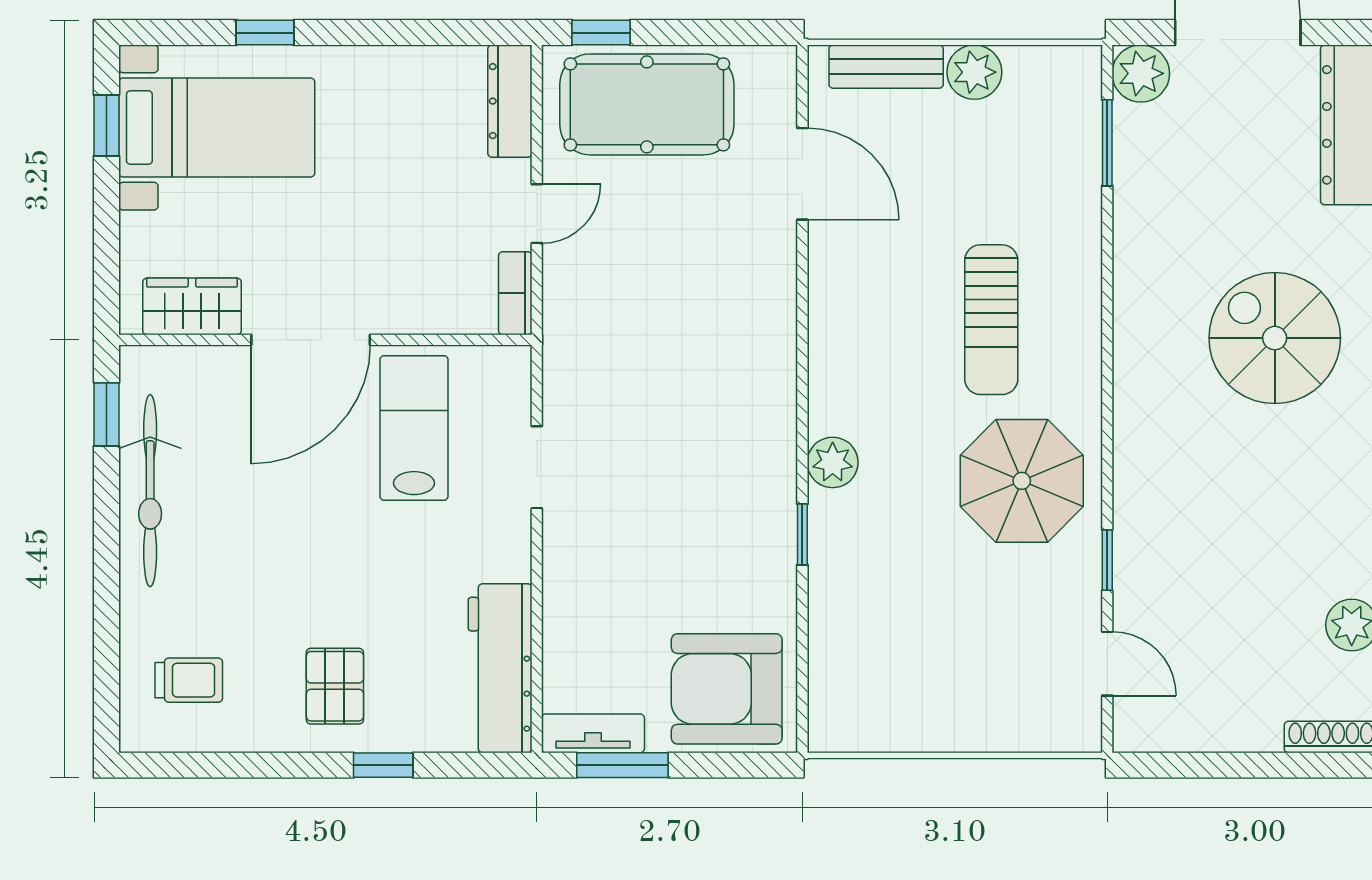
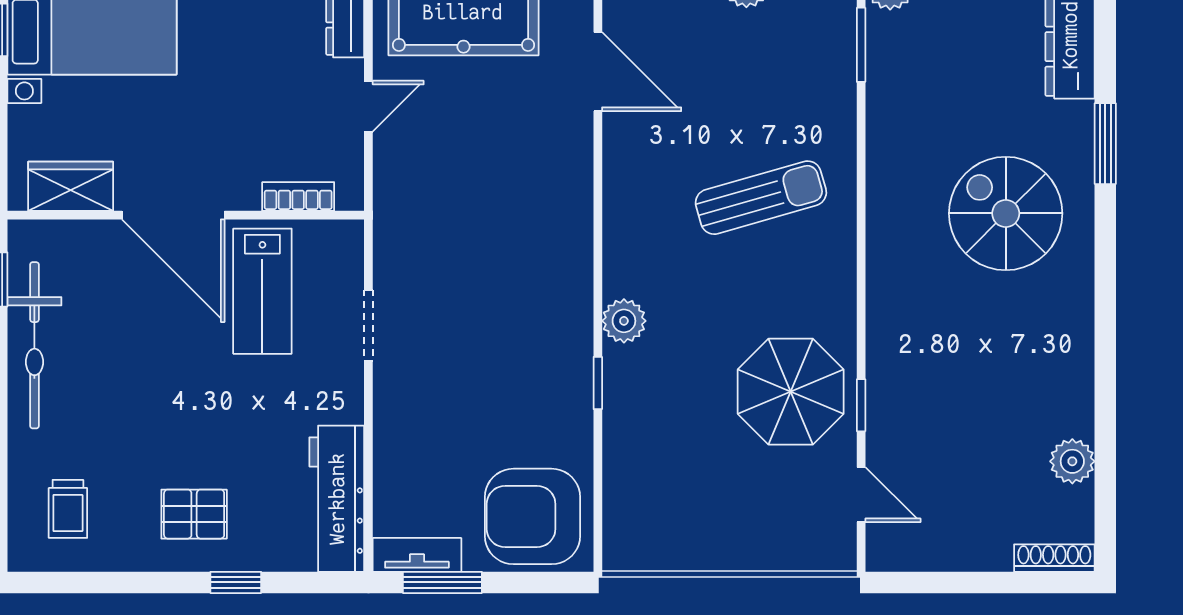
bookcase: (515, 293) -> (298, 196), moved, turned 90
sun lounger: (991, 320) -> (761, 198), turned -106
door: (311, 340) -> (173, 215), hinge flipped
lab bench: (414, 428) -> (262, 291), turned 180
parasol: (1022, 481) -> (791, 392), moved
trolley: (189, 680) -> (68, 509), turned 90
pallet: (335, 686) -> (194, 514), turned 90

